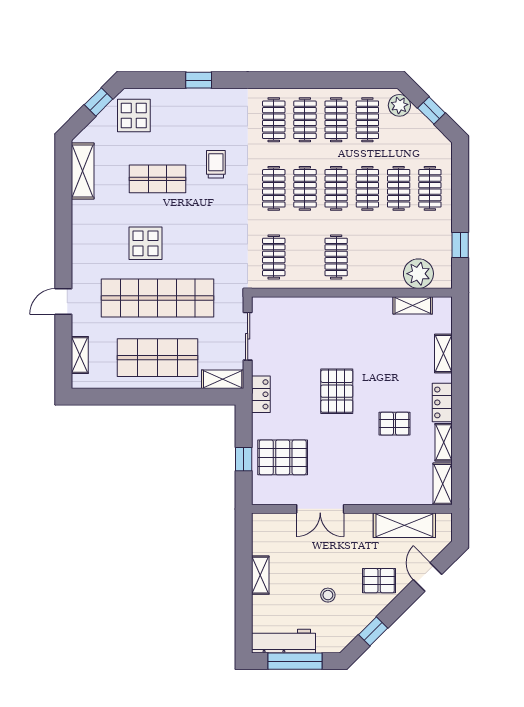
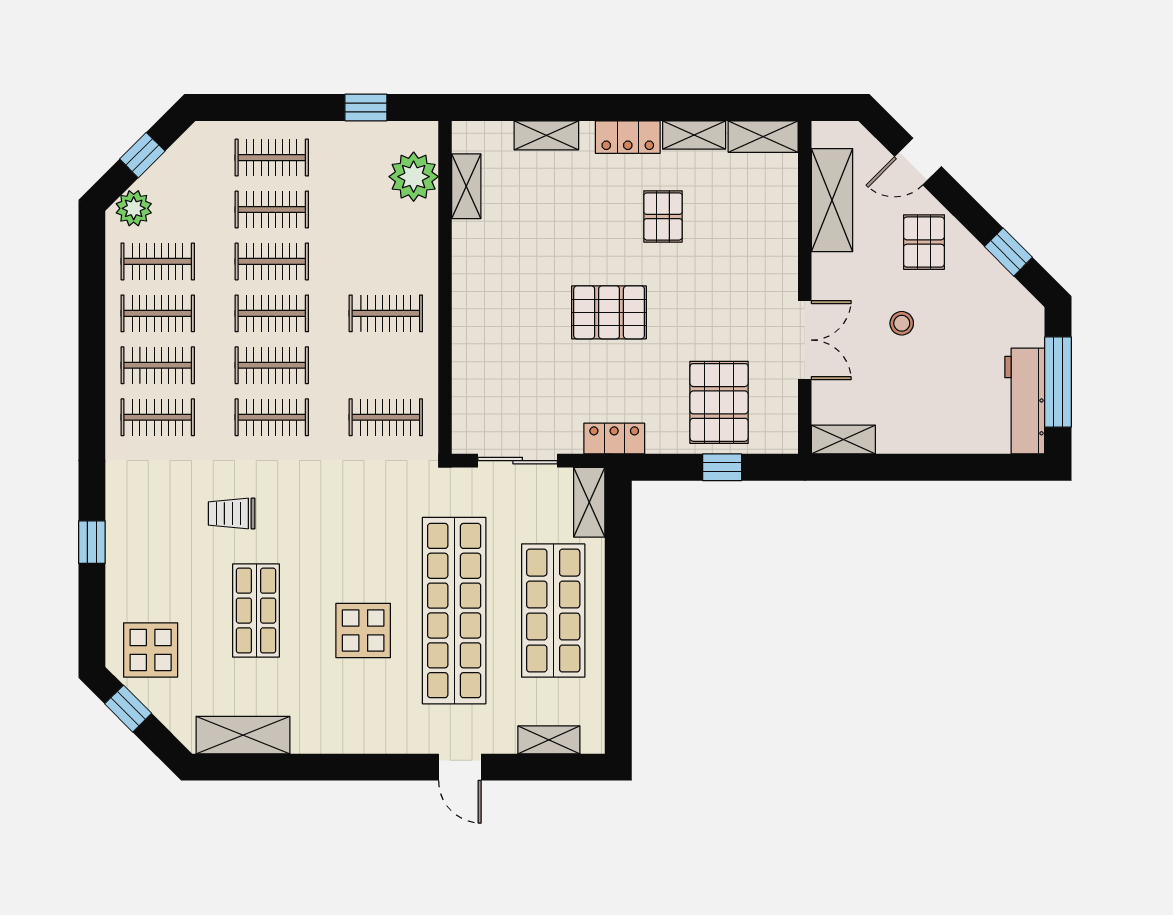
shelving: (260, 575) -> (843, 440), moved
stool: (328, 595) -> (902, 323), moved

